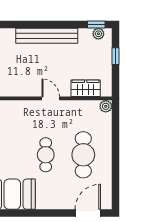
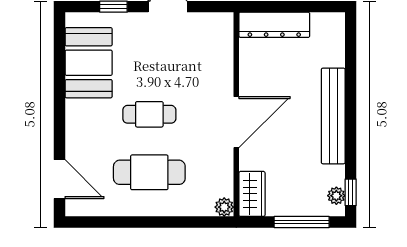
window: (115, 56) -> (302, 222), width x2.17
wardrobe: (86, 88) -> (252, 194), moved
door: (51, 98) -> (236, 122), width x1.87

